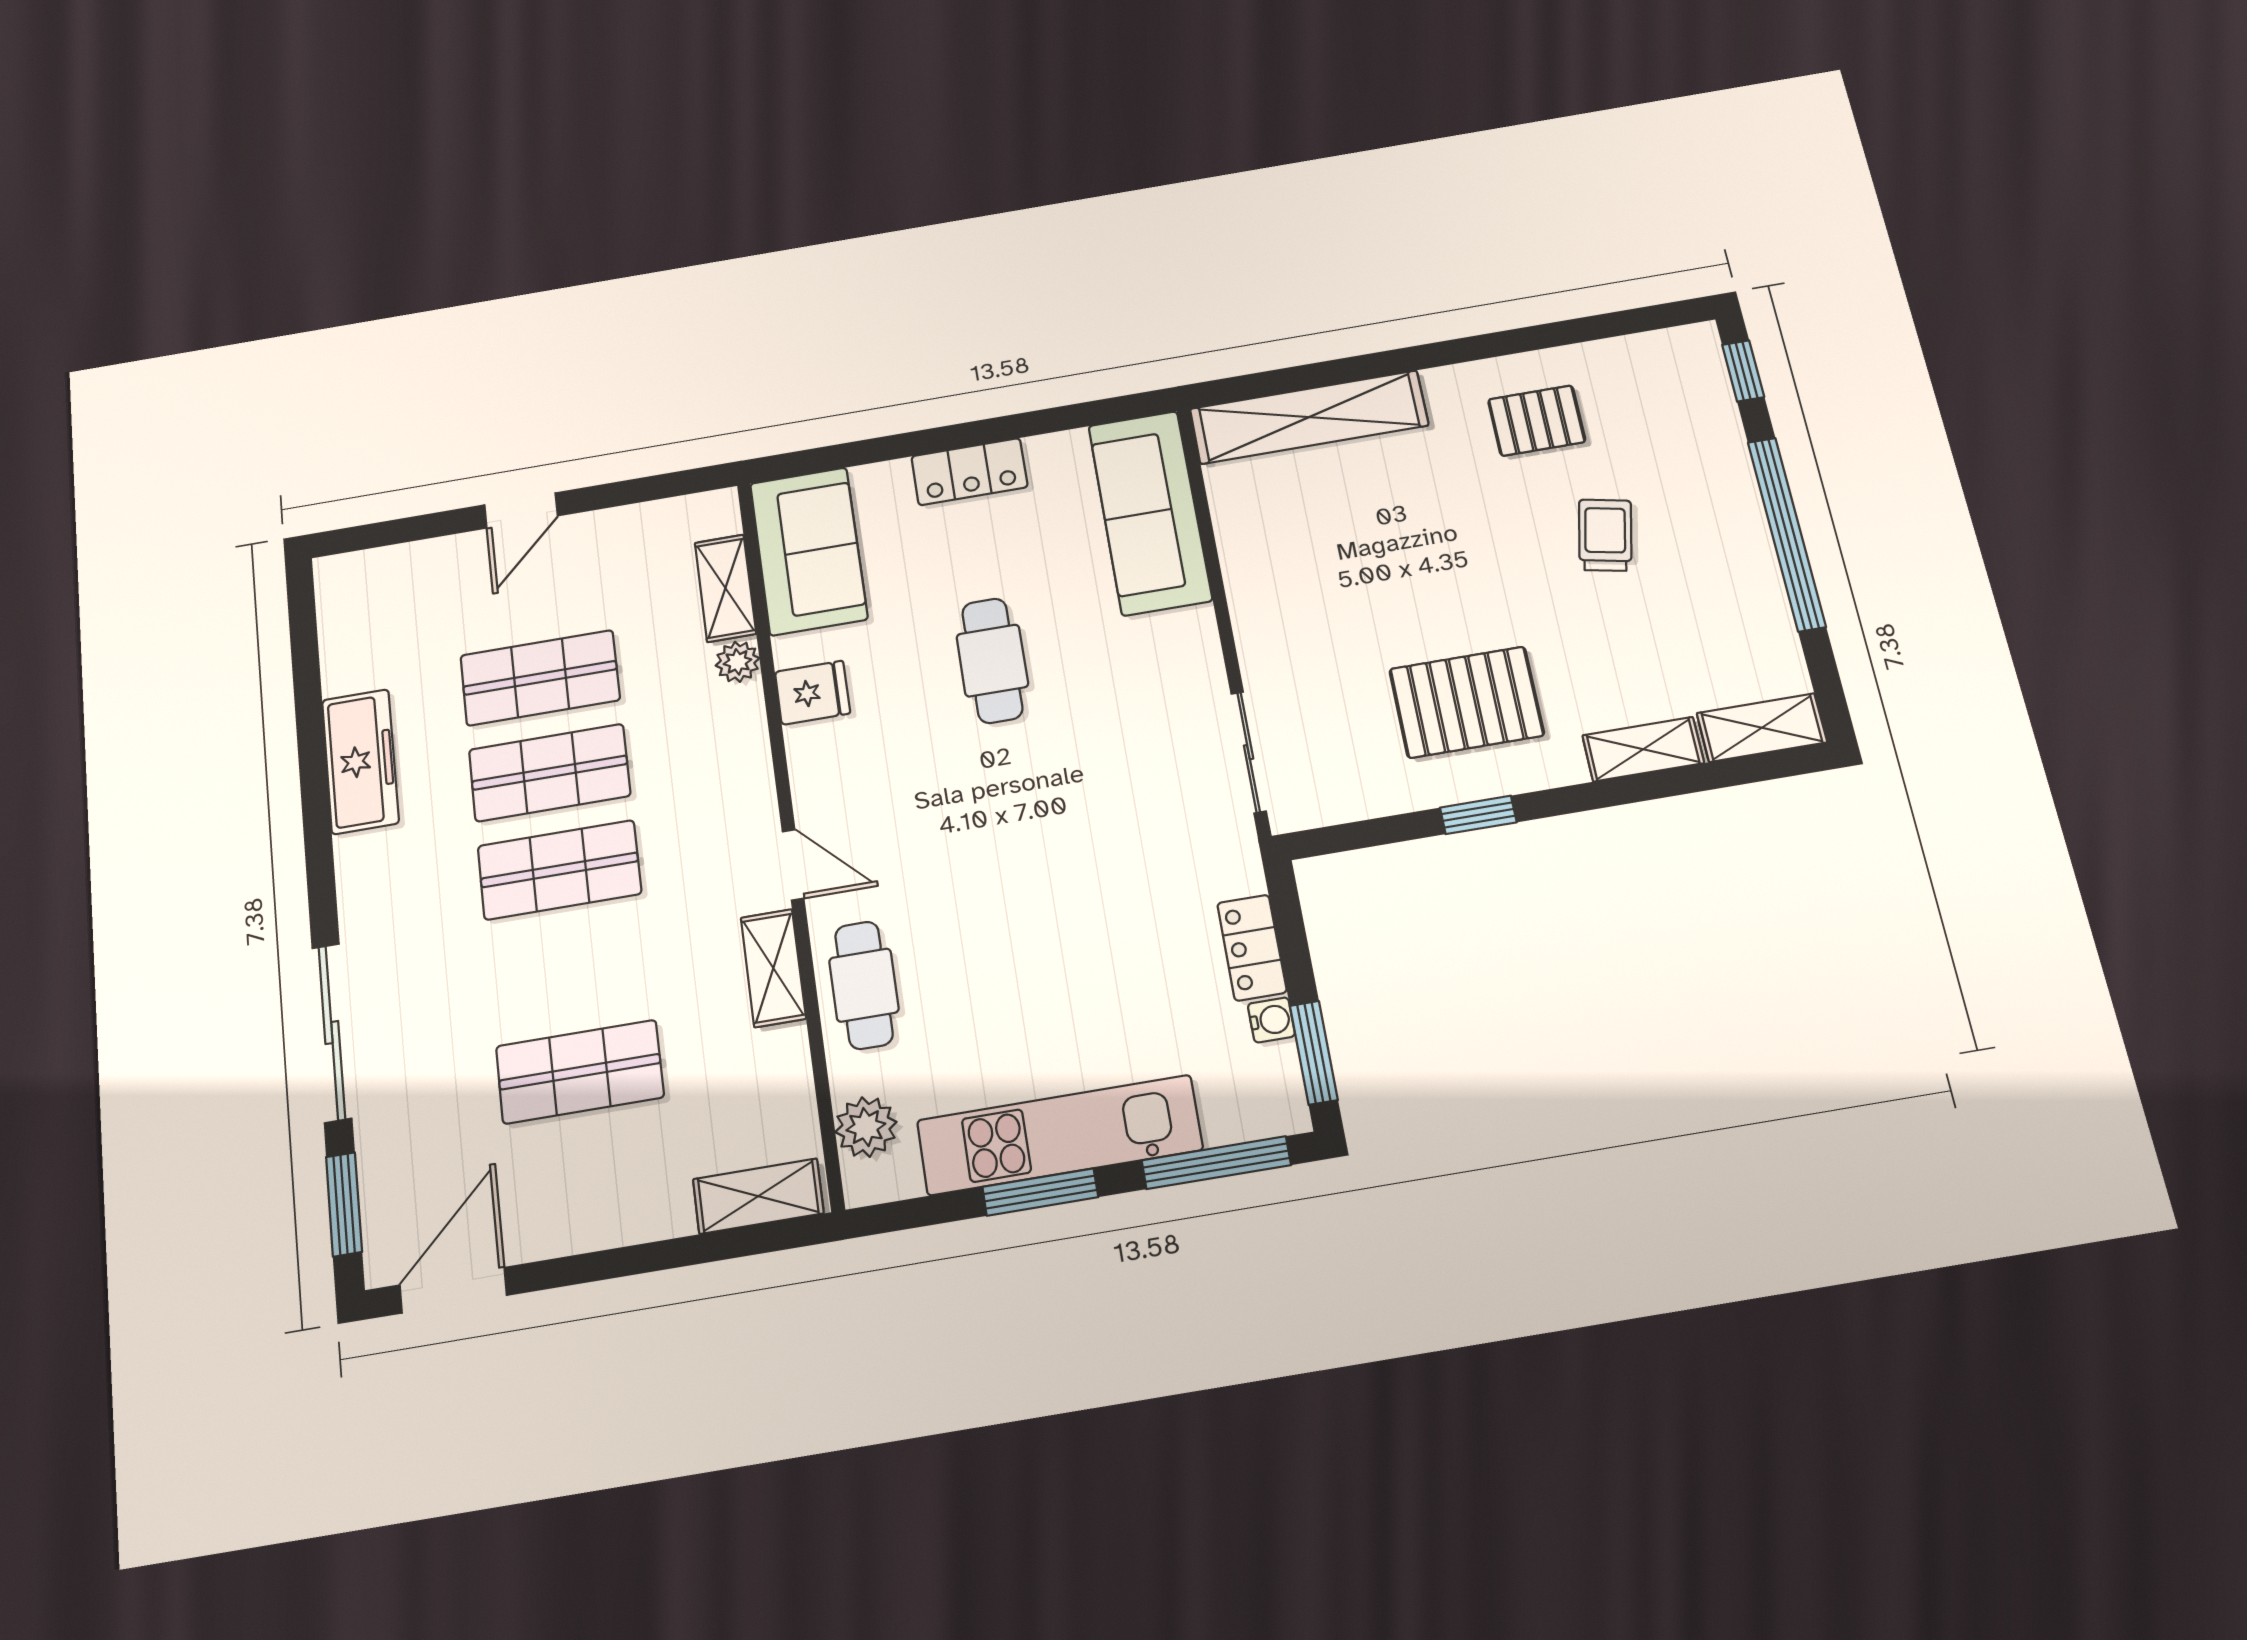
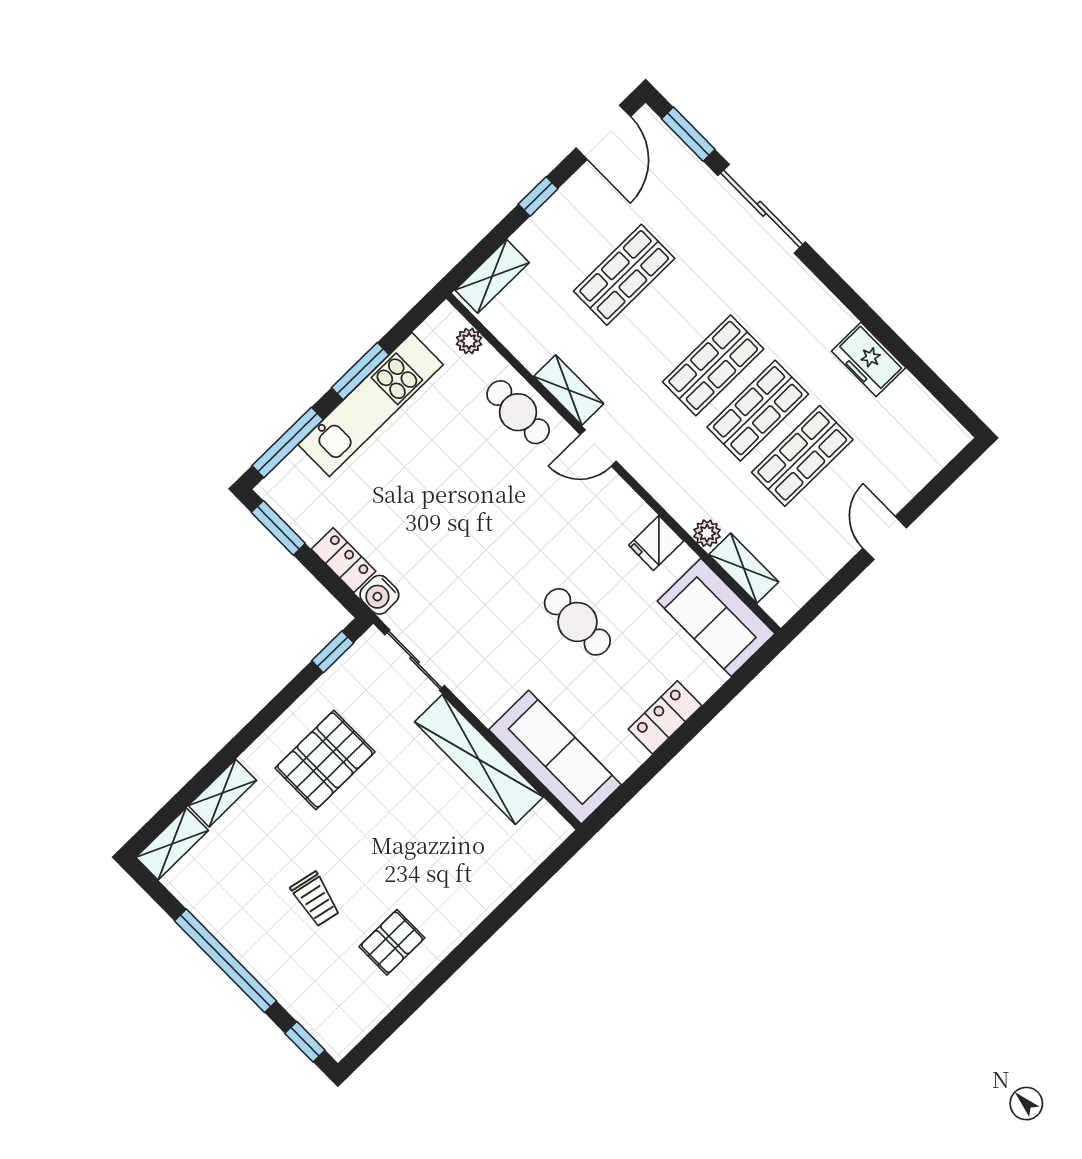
shelving: (1309, 417) -> (479, 759), moved, turned 90
freezer: (360, 761) -> (869, 359), width x0.71
window: (1478, 815) -> (333, 652), moved
water cooler: (1271, 1020) -> (379, 595), moved, width x1.38, depth x1.38
plant: (866, 1127) -> (469, 341), width x0.73, depth x0.73
window: (610, 1264) -> (538, 196), added

